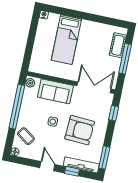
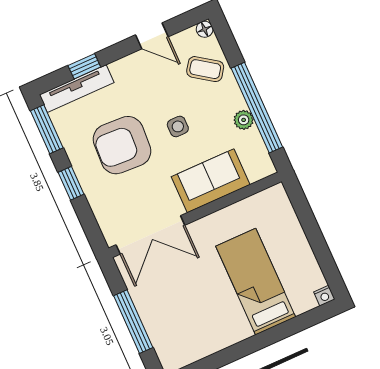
cot: (118, 45) -> (162, 335), removed
plant: (30, 83) -> (244, 120), moved
window: (114, 113) -> (71, 183), moved
door: (47, 166) -> (152, 36), moved

